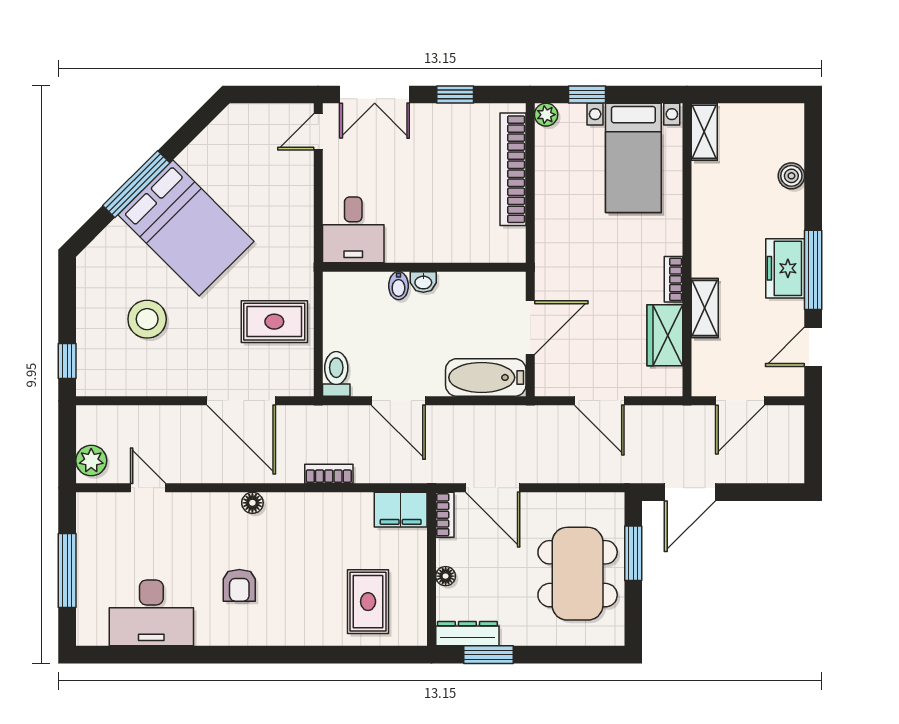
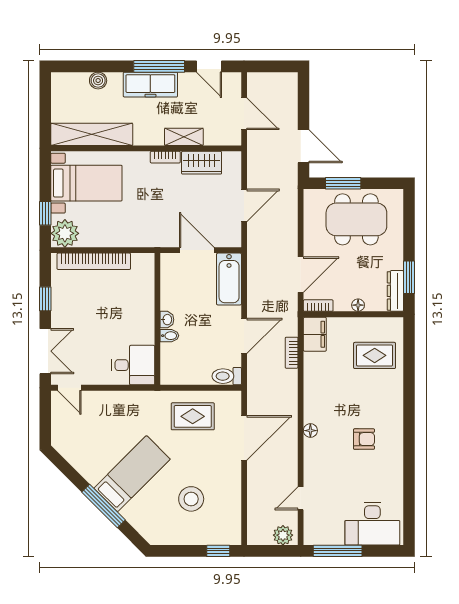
plant: (546, 115) -> (65, 233), width x1.88, depth x1.88
shelving: (704, 132) -> (92, 134), width x2.20, depth x1.33
bed: (186, 228) -> (132, 474), width x0.67
freezer: (785, 268) -> (150, 85), width x1.40
rug: (274, 322) -> (193, 416), turned 90
bookcase: (329, 474) -> (292, 353), moved
window: (67, 571) -> (338, 551), moved
desk: (151, 613) -> (372, 524), moved, turned 90

